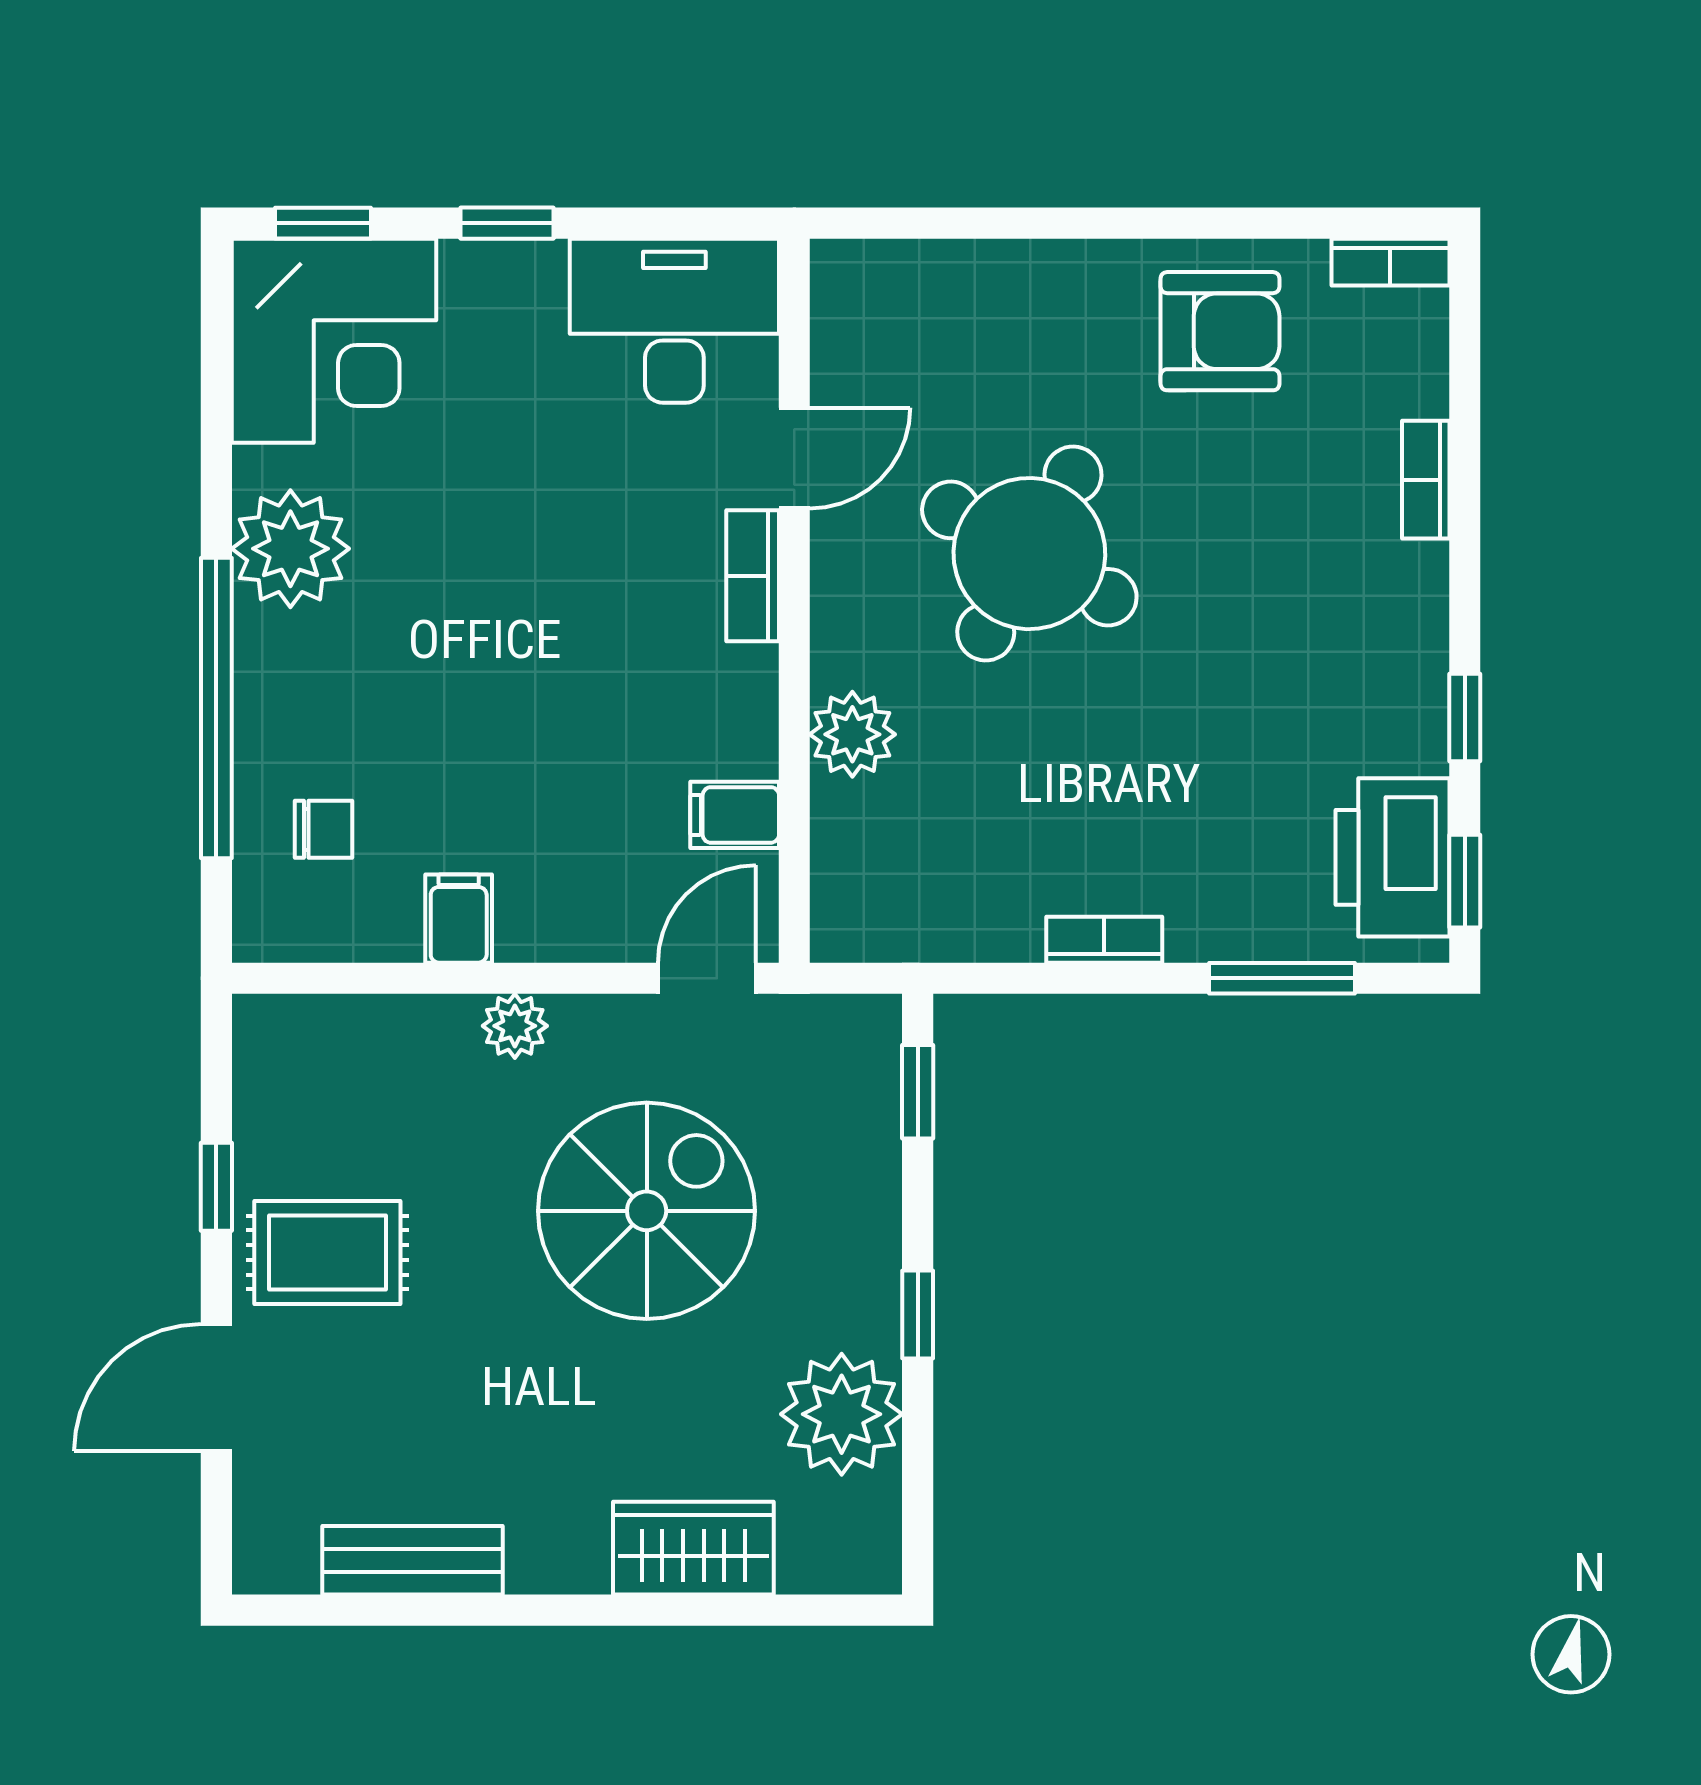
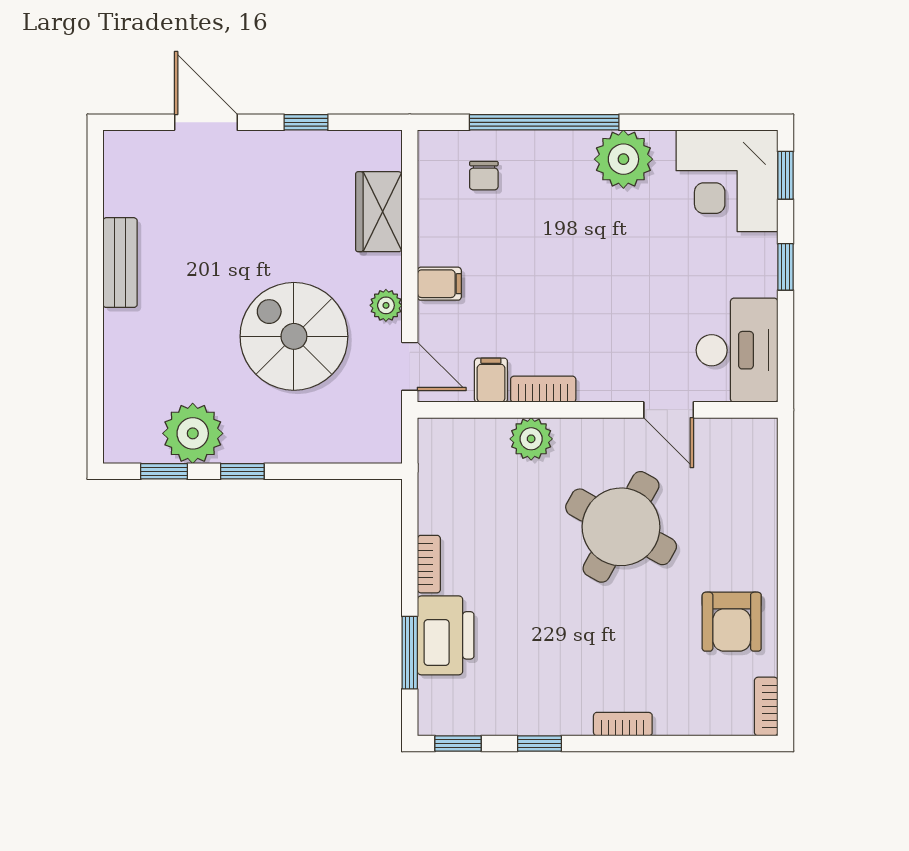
bookcase: (1426, 480) -> (623, 724), moved
bookcase: (753, 576) -> (543, 389), moved
printer: (1392, 857) -> (446, 635), moved, turned 90
filing cabinet: (459, 919) -> (439, 284), moved
plant: (515, 1026) -> (386, 305), moved
window: (918, 1092) -> (164, 471), moved
spiral stairs: (647, 1211) -> (294, 336), turned 180
rug: (327, 1253) -> (273, 178), removed
wardrobe: (693, 1548) -> (379, 212), moved, turned 180
bench: (413, 1560) -> (120, 263), moved

